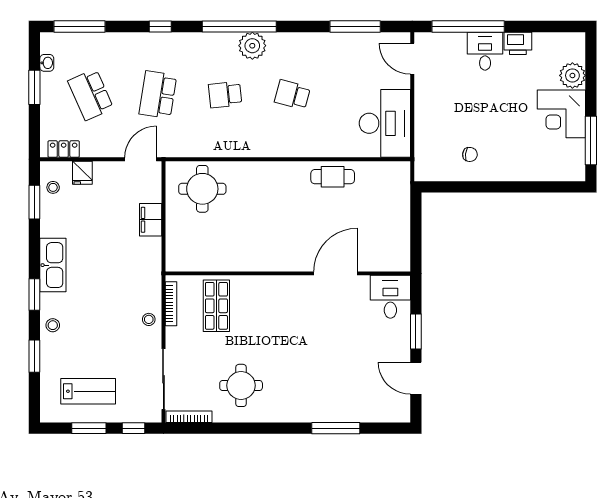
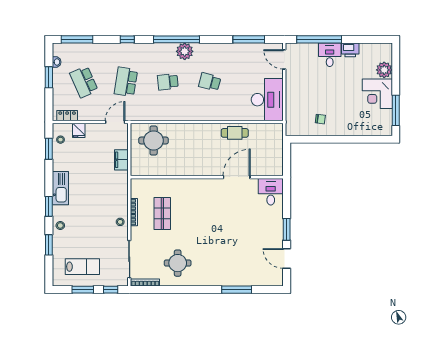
wall: (288, 273) -> (207, 177), moved
door: (335, 273) -> (237, 177), moved
desk: (390, 297) -> (271, 192), moved

